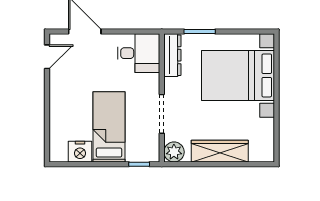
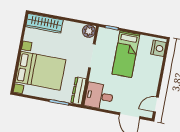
wardrobe: (220, 151) -> (44, 23), moved
nightstand: (80, 152) -> (158, 48), moved, turned 90

